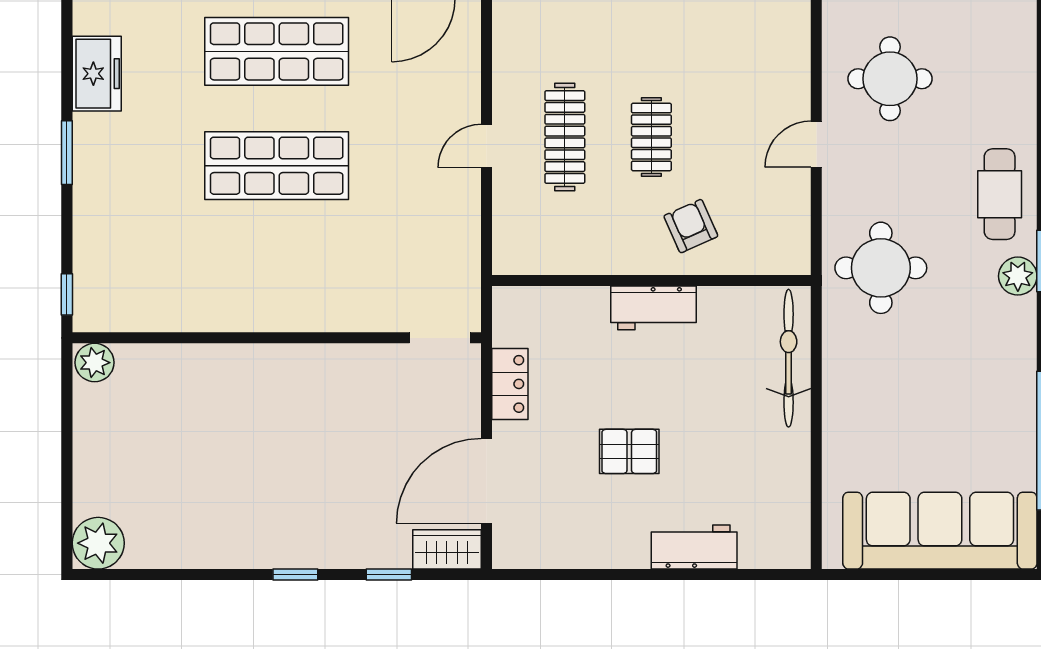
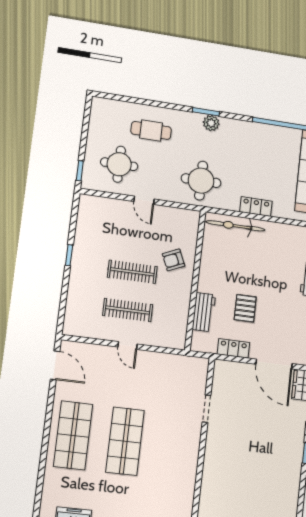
clothes rail: (651, 137) -> (132, 272), width x1.36
cafe table: (1000, 194) -> (151, 130), moved
workbench: (653, 308) -> (204, 312), moved
doorway: (440, 338) -> (206, 409), moved
locker: (840, 401) -> (256, 207), added
pallet: (629, 451) -> (245, 308), moved

